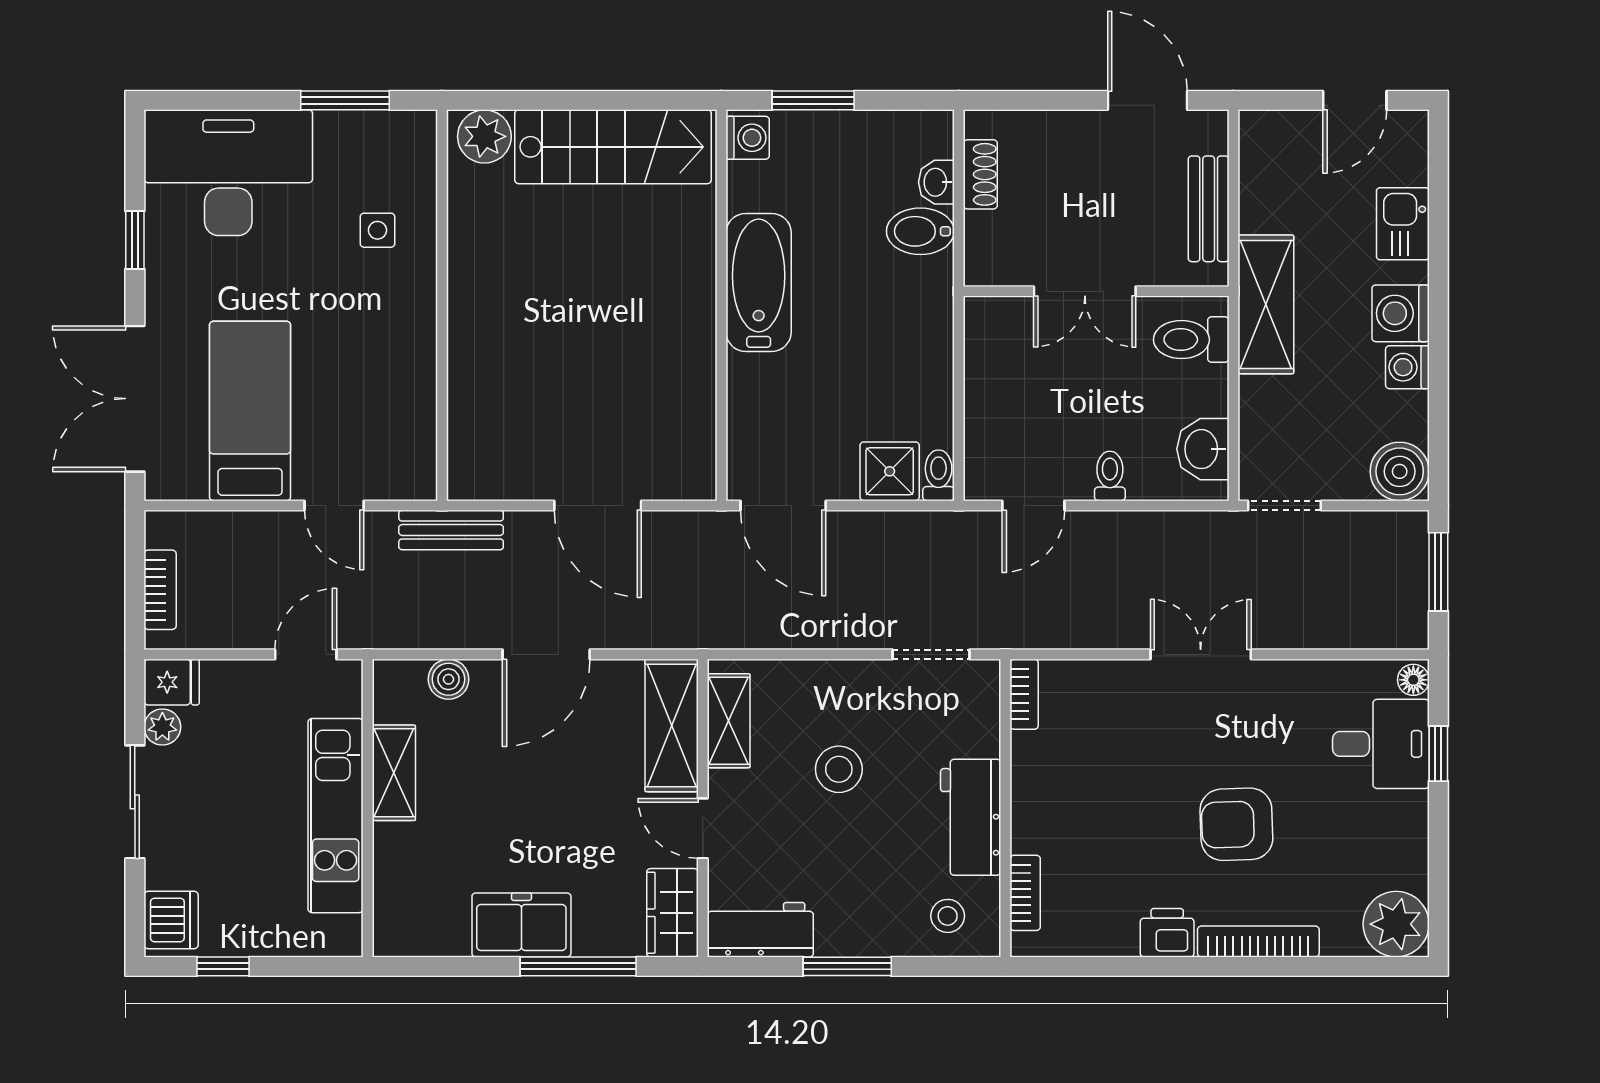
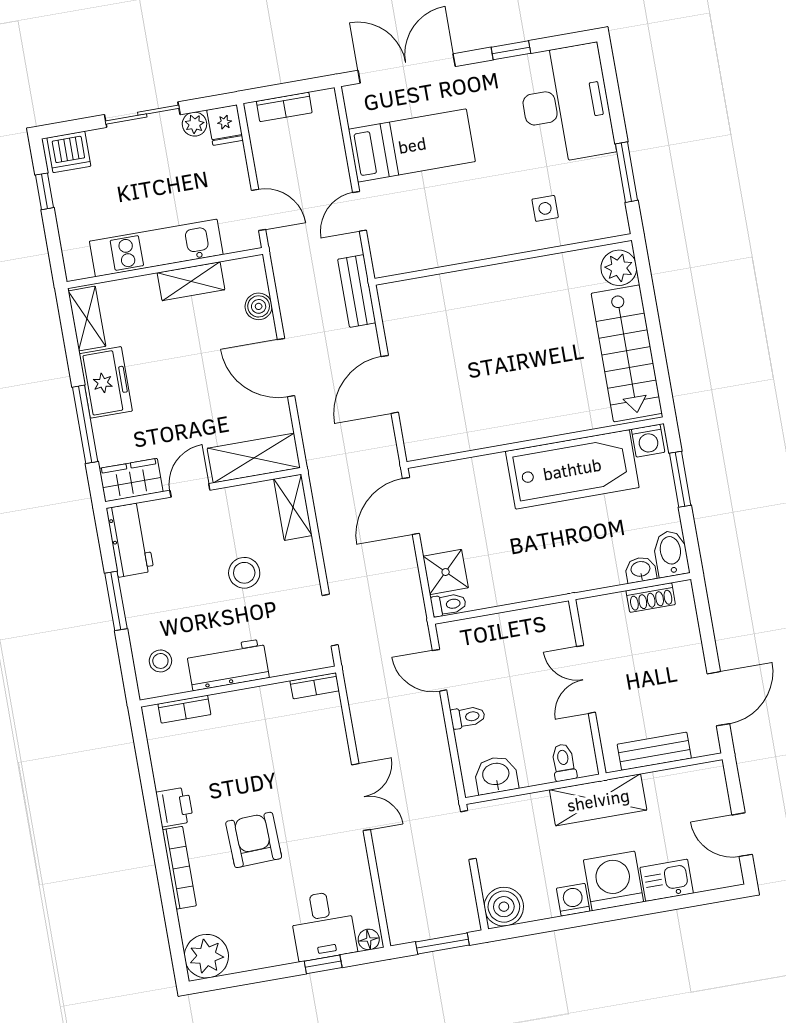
bidet: (920, 231) -> (671, 553), moved
bathtub: (759, 282) -> (572, 469), width x1.36, depth x1.36
washing machine: (1401, 313) -> (613, 881), width x1.37, depth x1.37
toilet: (1191, 340) -> (564, 762), width x0.73, depth x0.72
shelving: (729, 721) -> (293, 507), moved, turned 90
shelving: (422, 936) -> (87, 319), added

